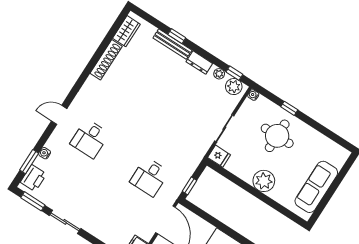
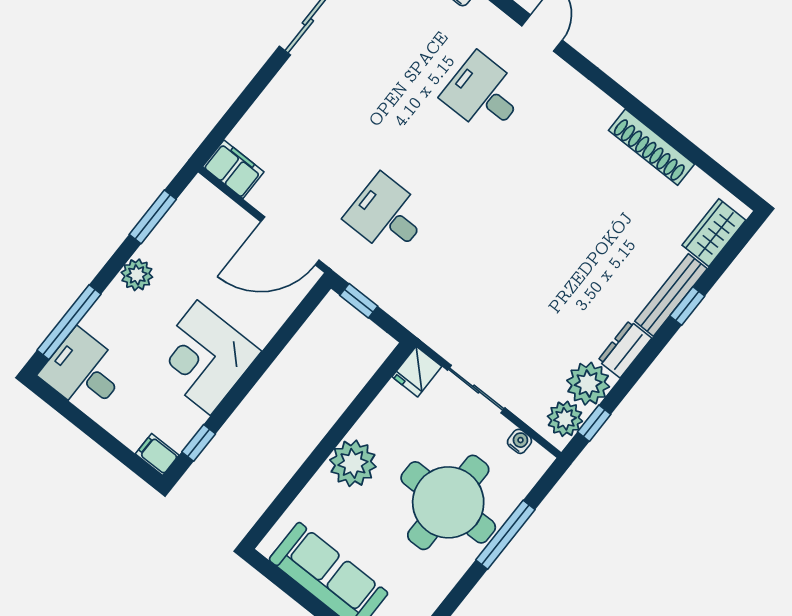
wardrobe: (126, 31) -> (714, 233), moved, turned 90
plant: (219, 74) -> (588, 384), width x1.87, depth x1.87
water cooler: (253, 95) -> (519, 441), moved
window: (289, 108) -> (505, 535), width x2.17
round table: (277, 136) -> (448, 502), width x1.36, depth x1.36

